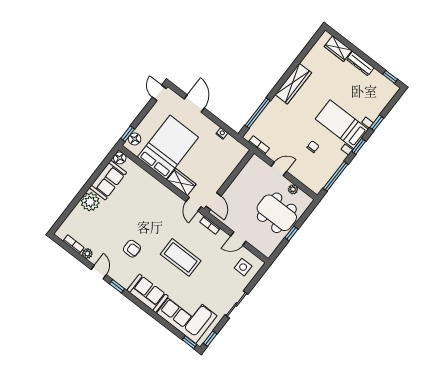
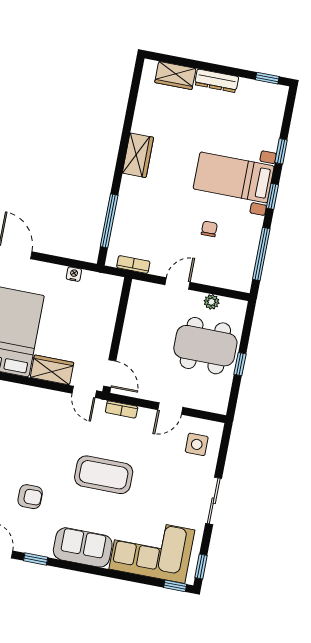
wardrobe: (293, 84) -> (138, 155), width x0.67

